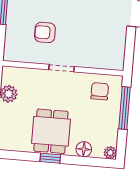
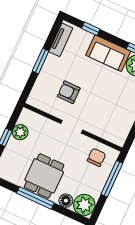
plant: (110, 153) -> (84, 205), width x1.88, depth x1.88
window: (50, 158) -> (35, 198), width x2.17

